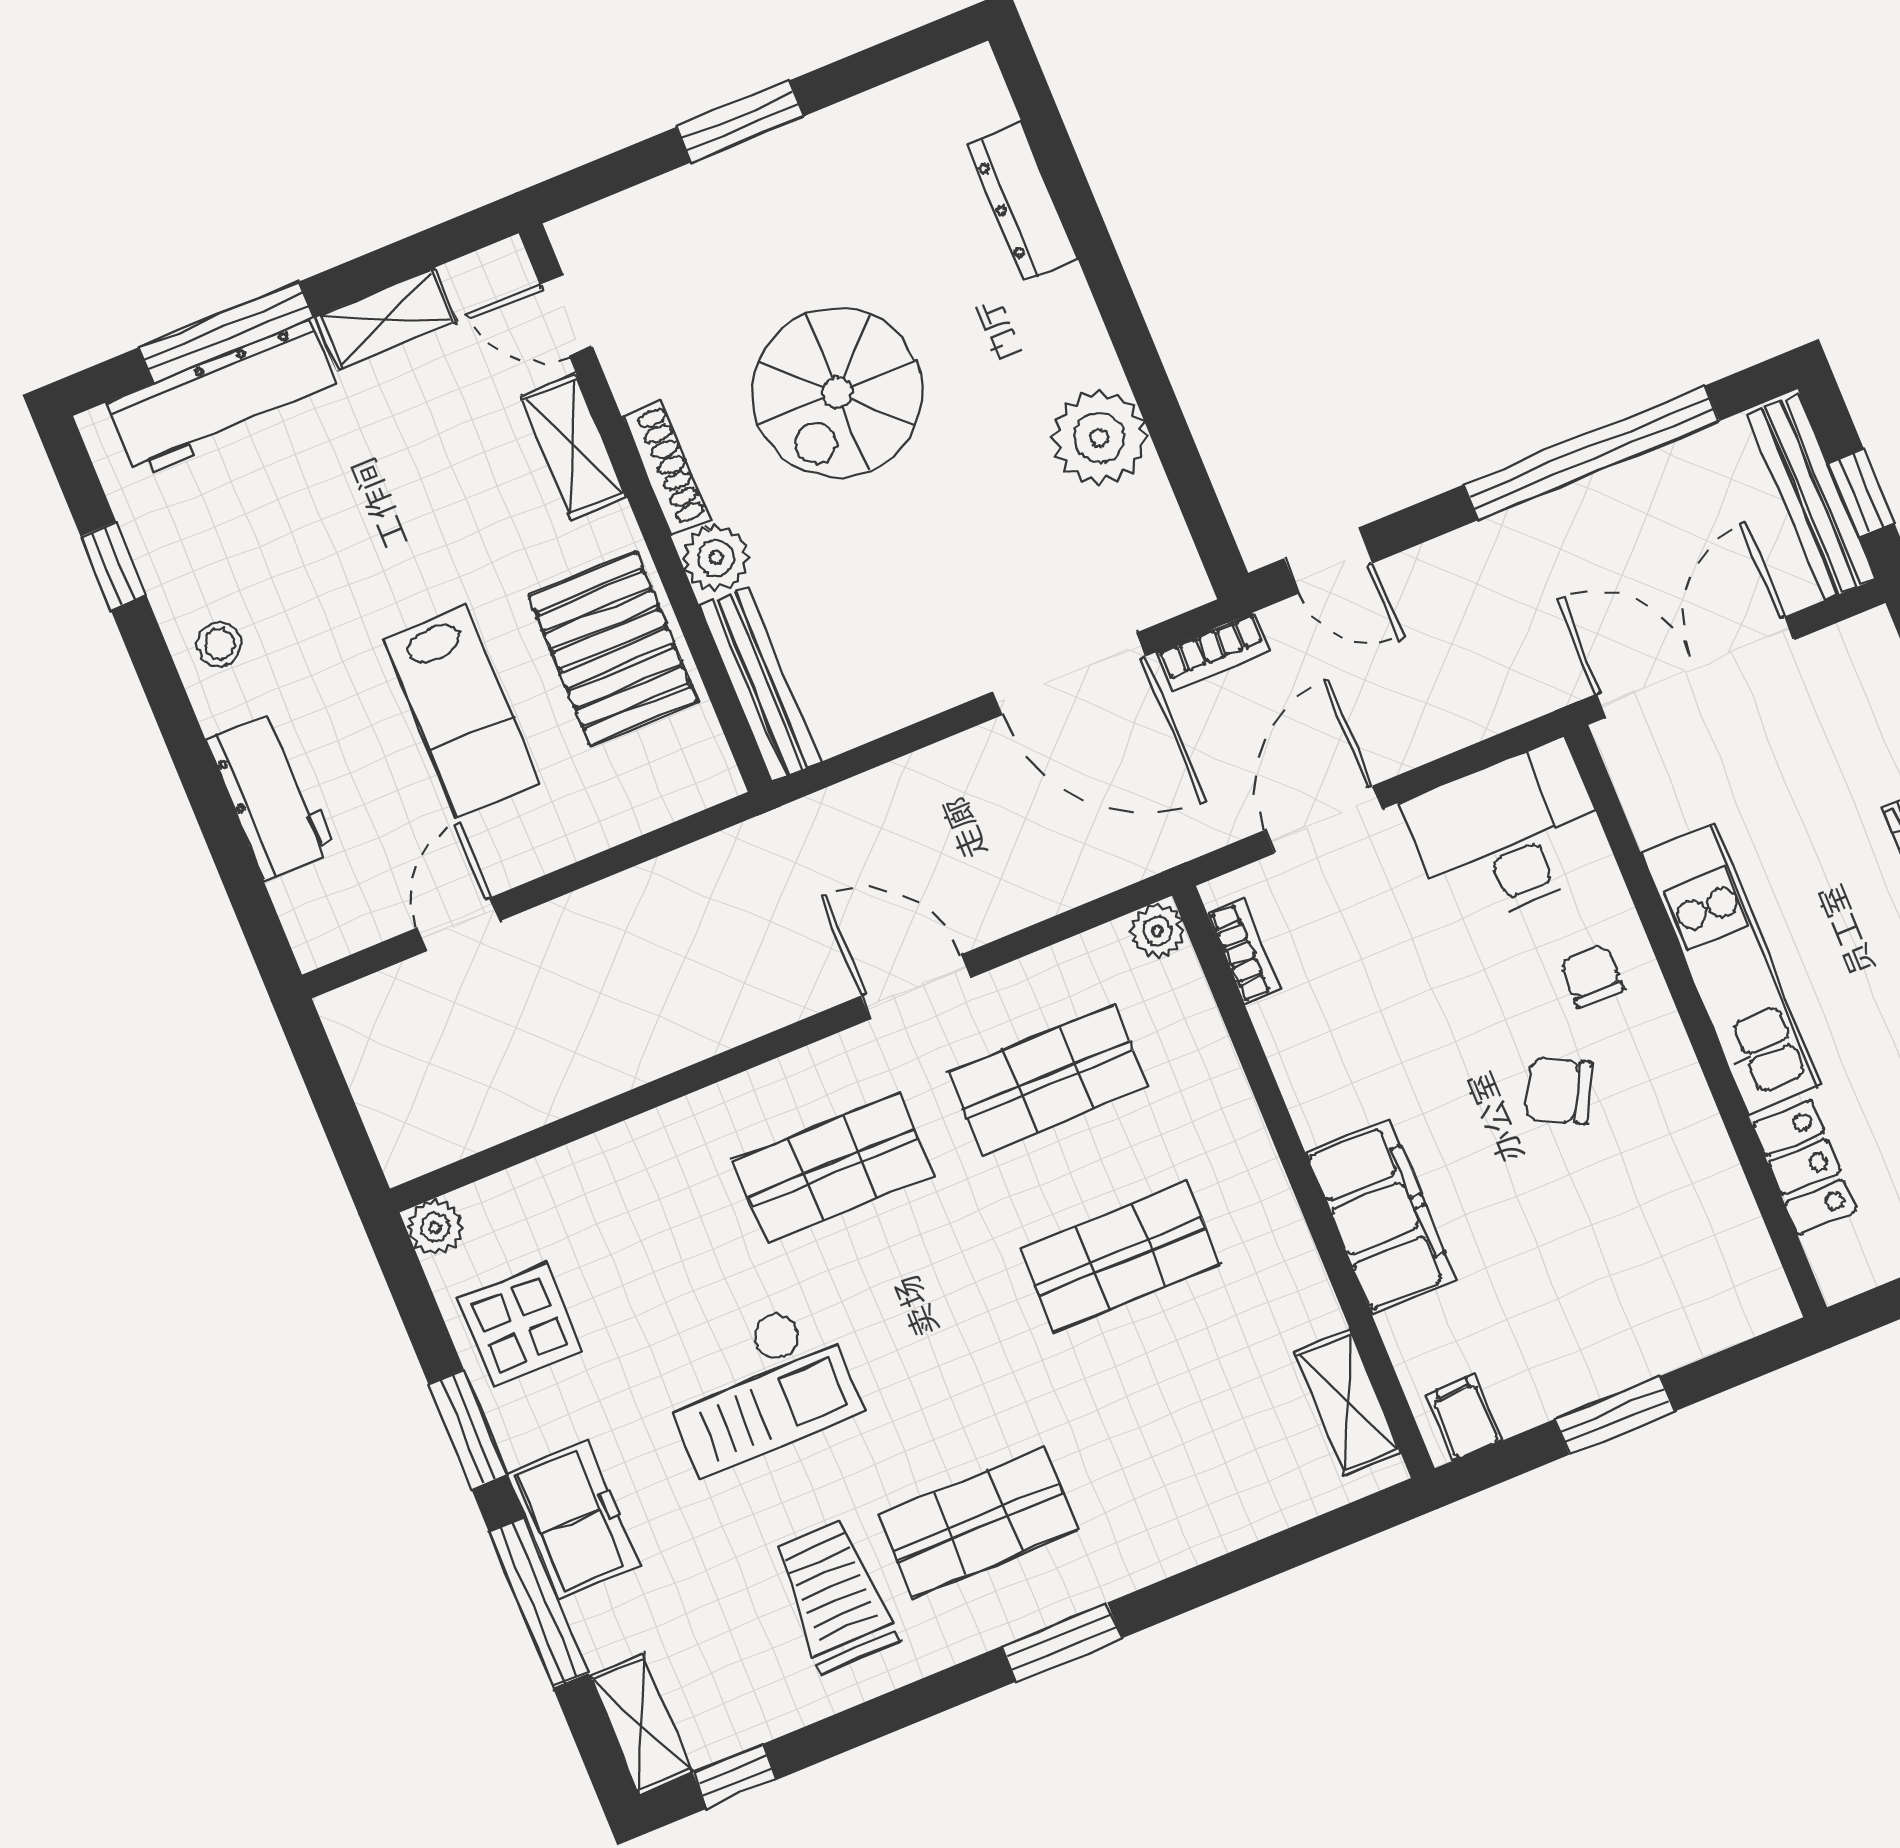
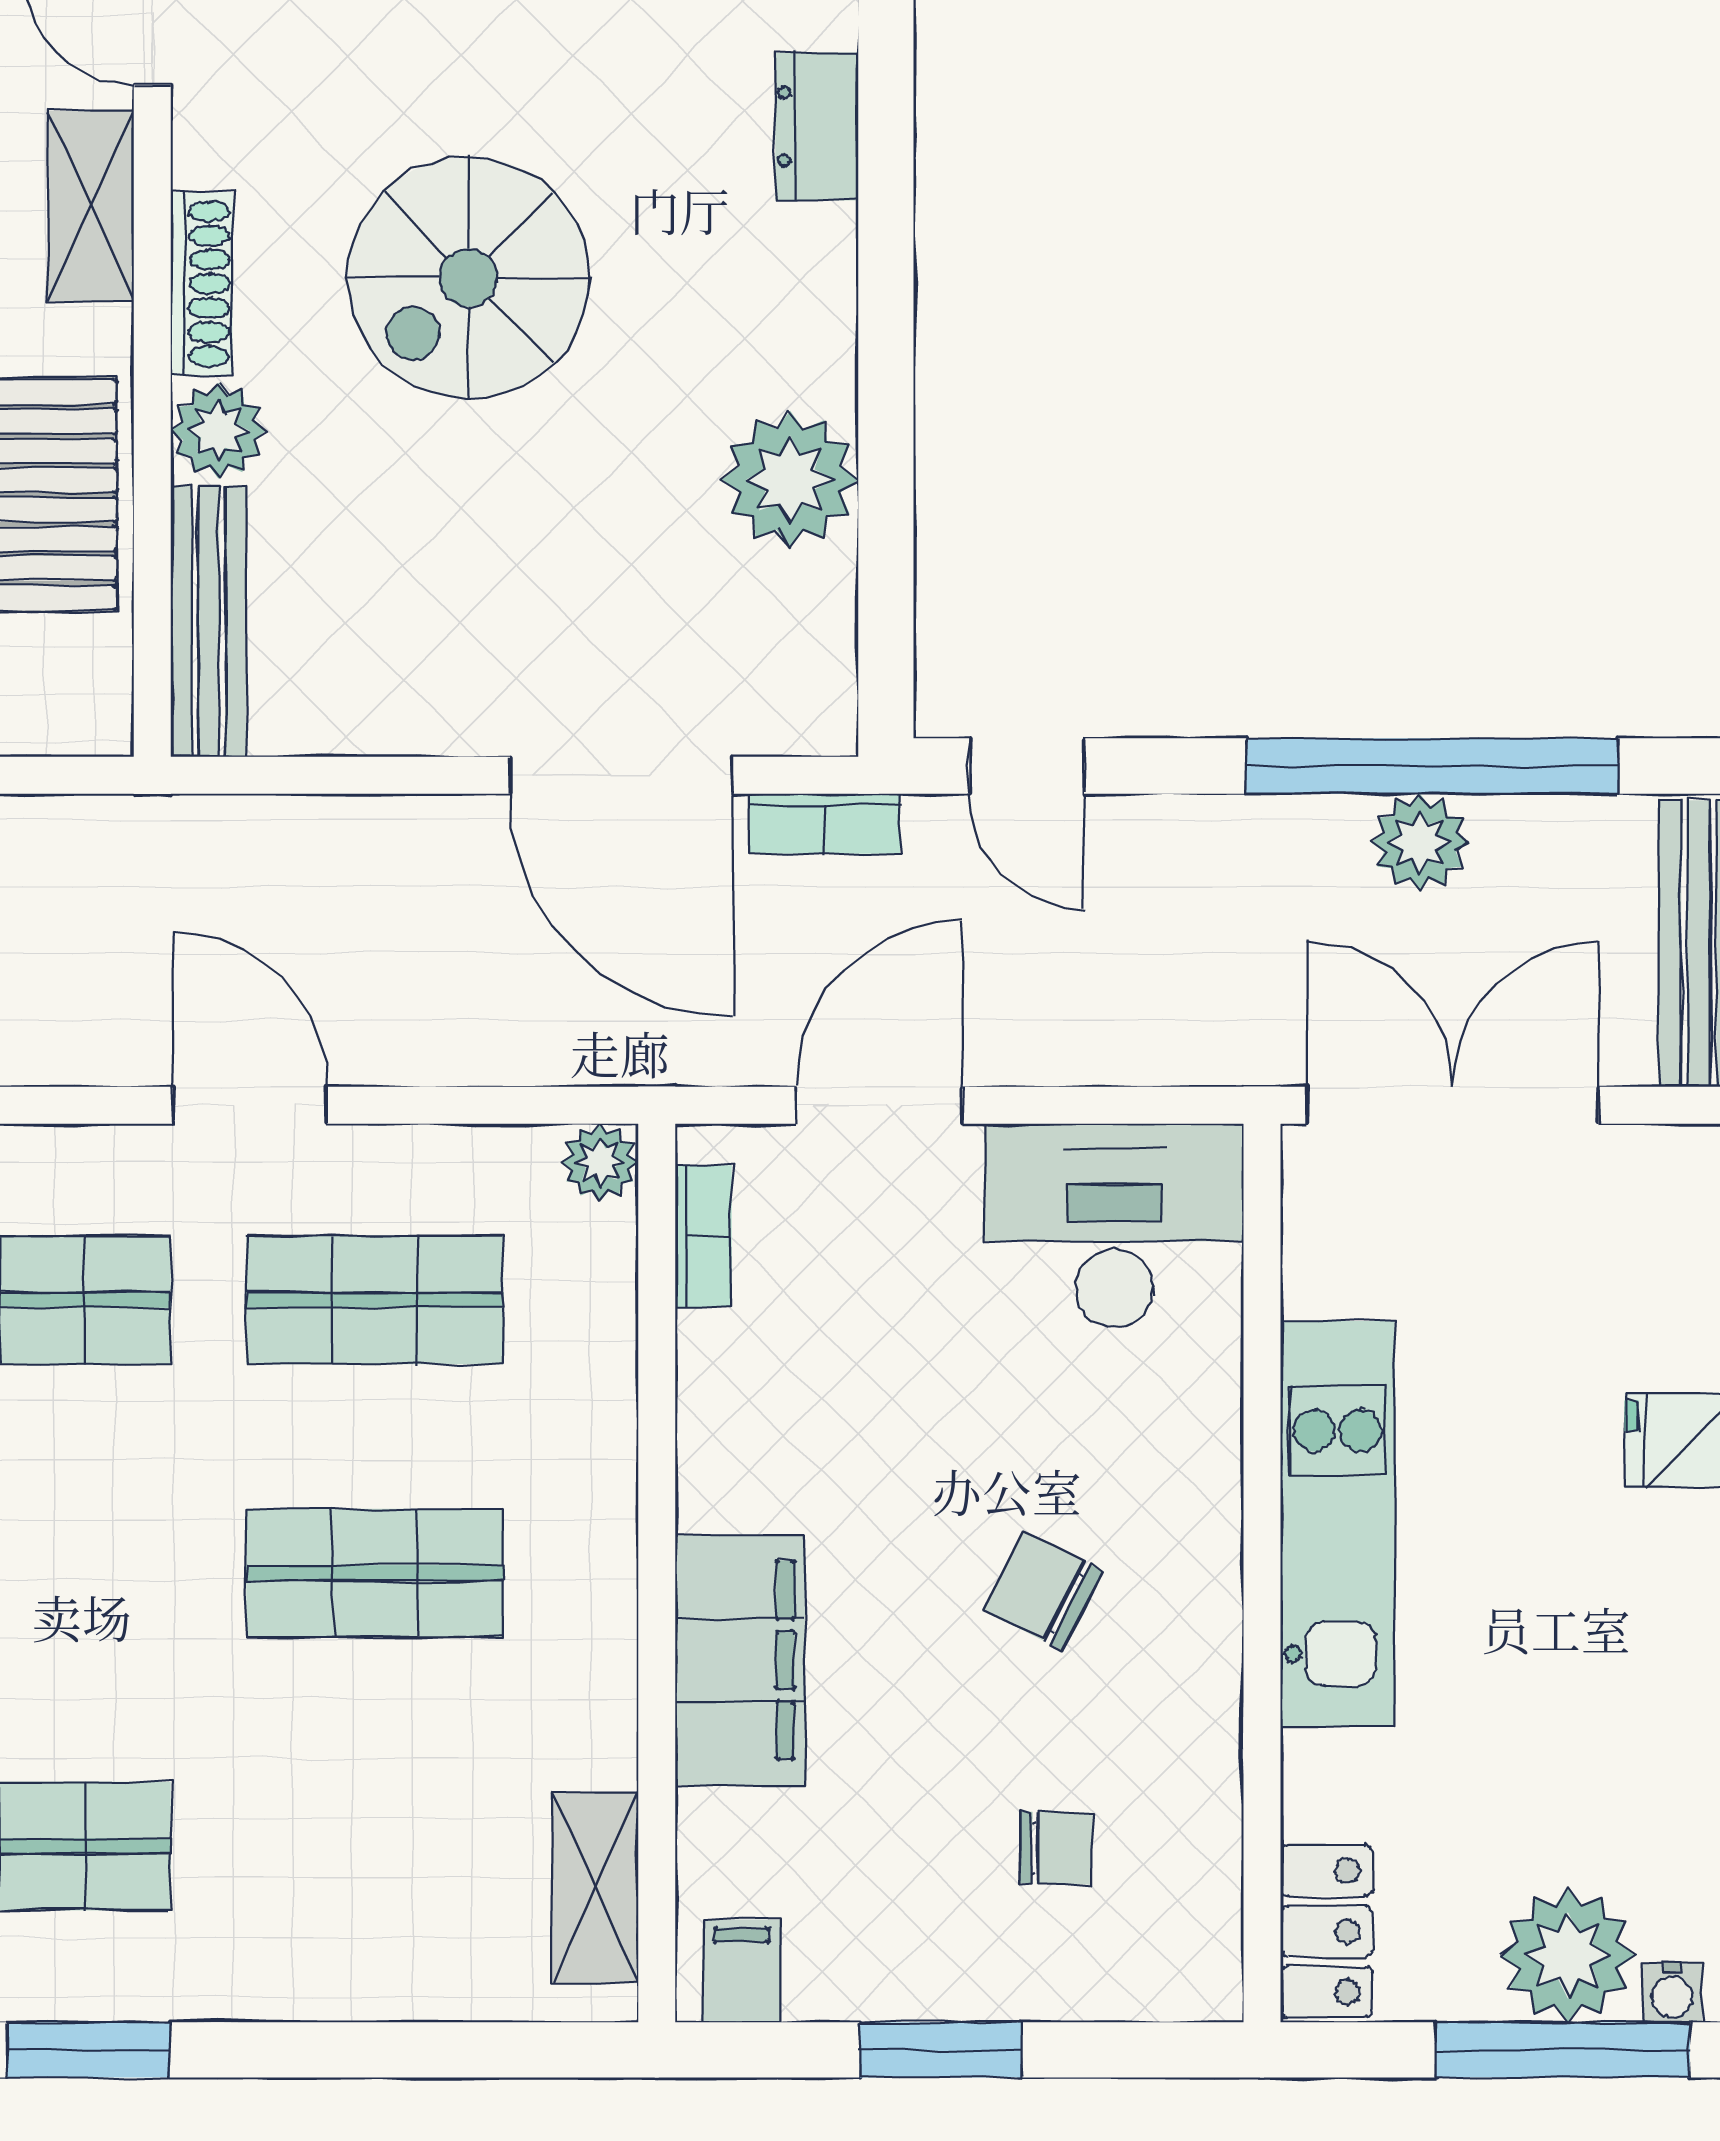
dresser: (1023, 202) -> (817, 126), width x0.70
plant: (1604, 505) -> (1420, 842), added
chair: (1592, 976) -> (1056, 1848), moved, turned 91
locker: (1805, 1167) -> (1326, 1931), moved

